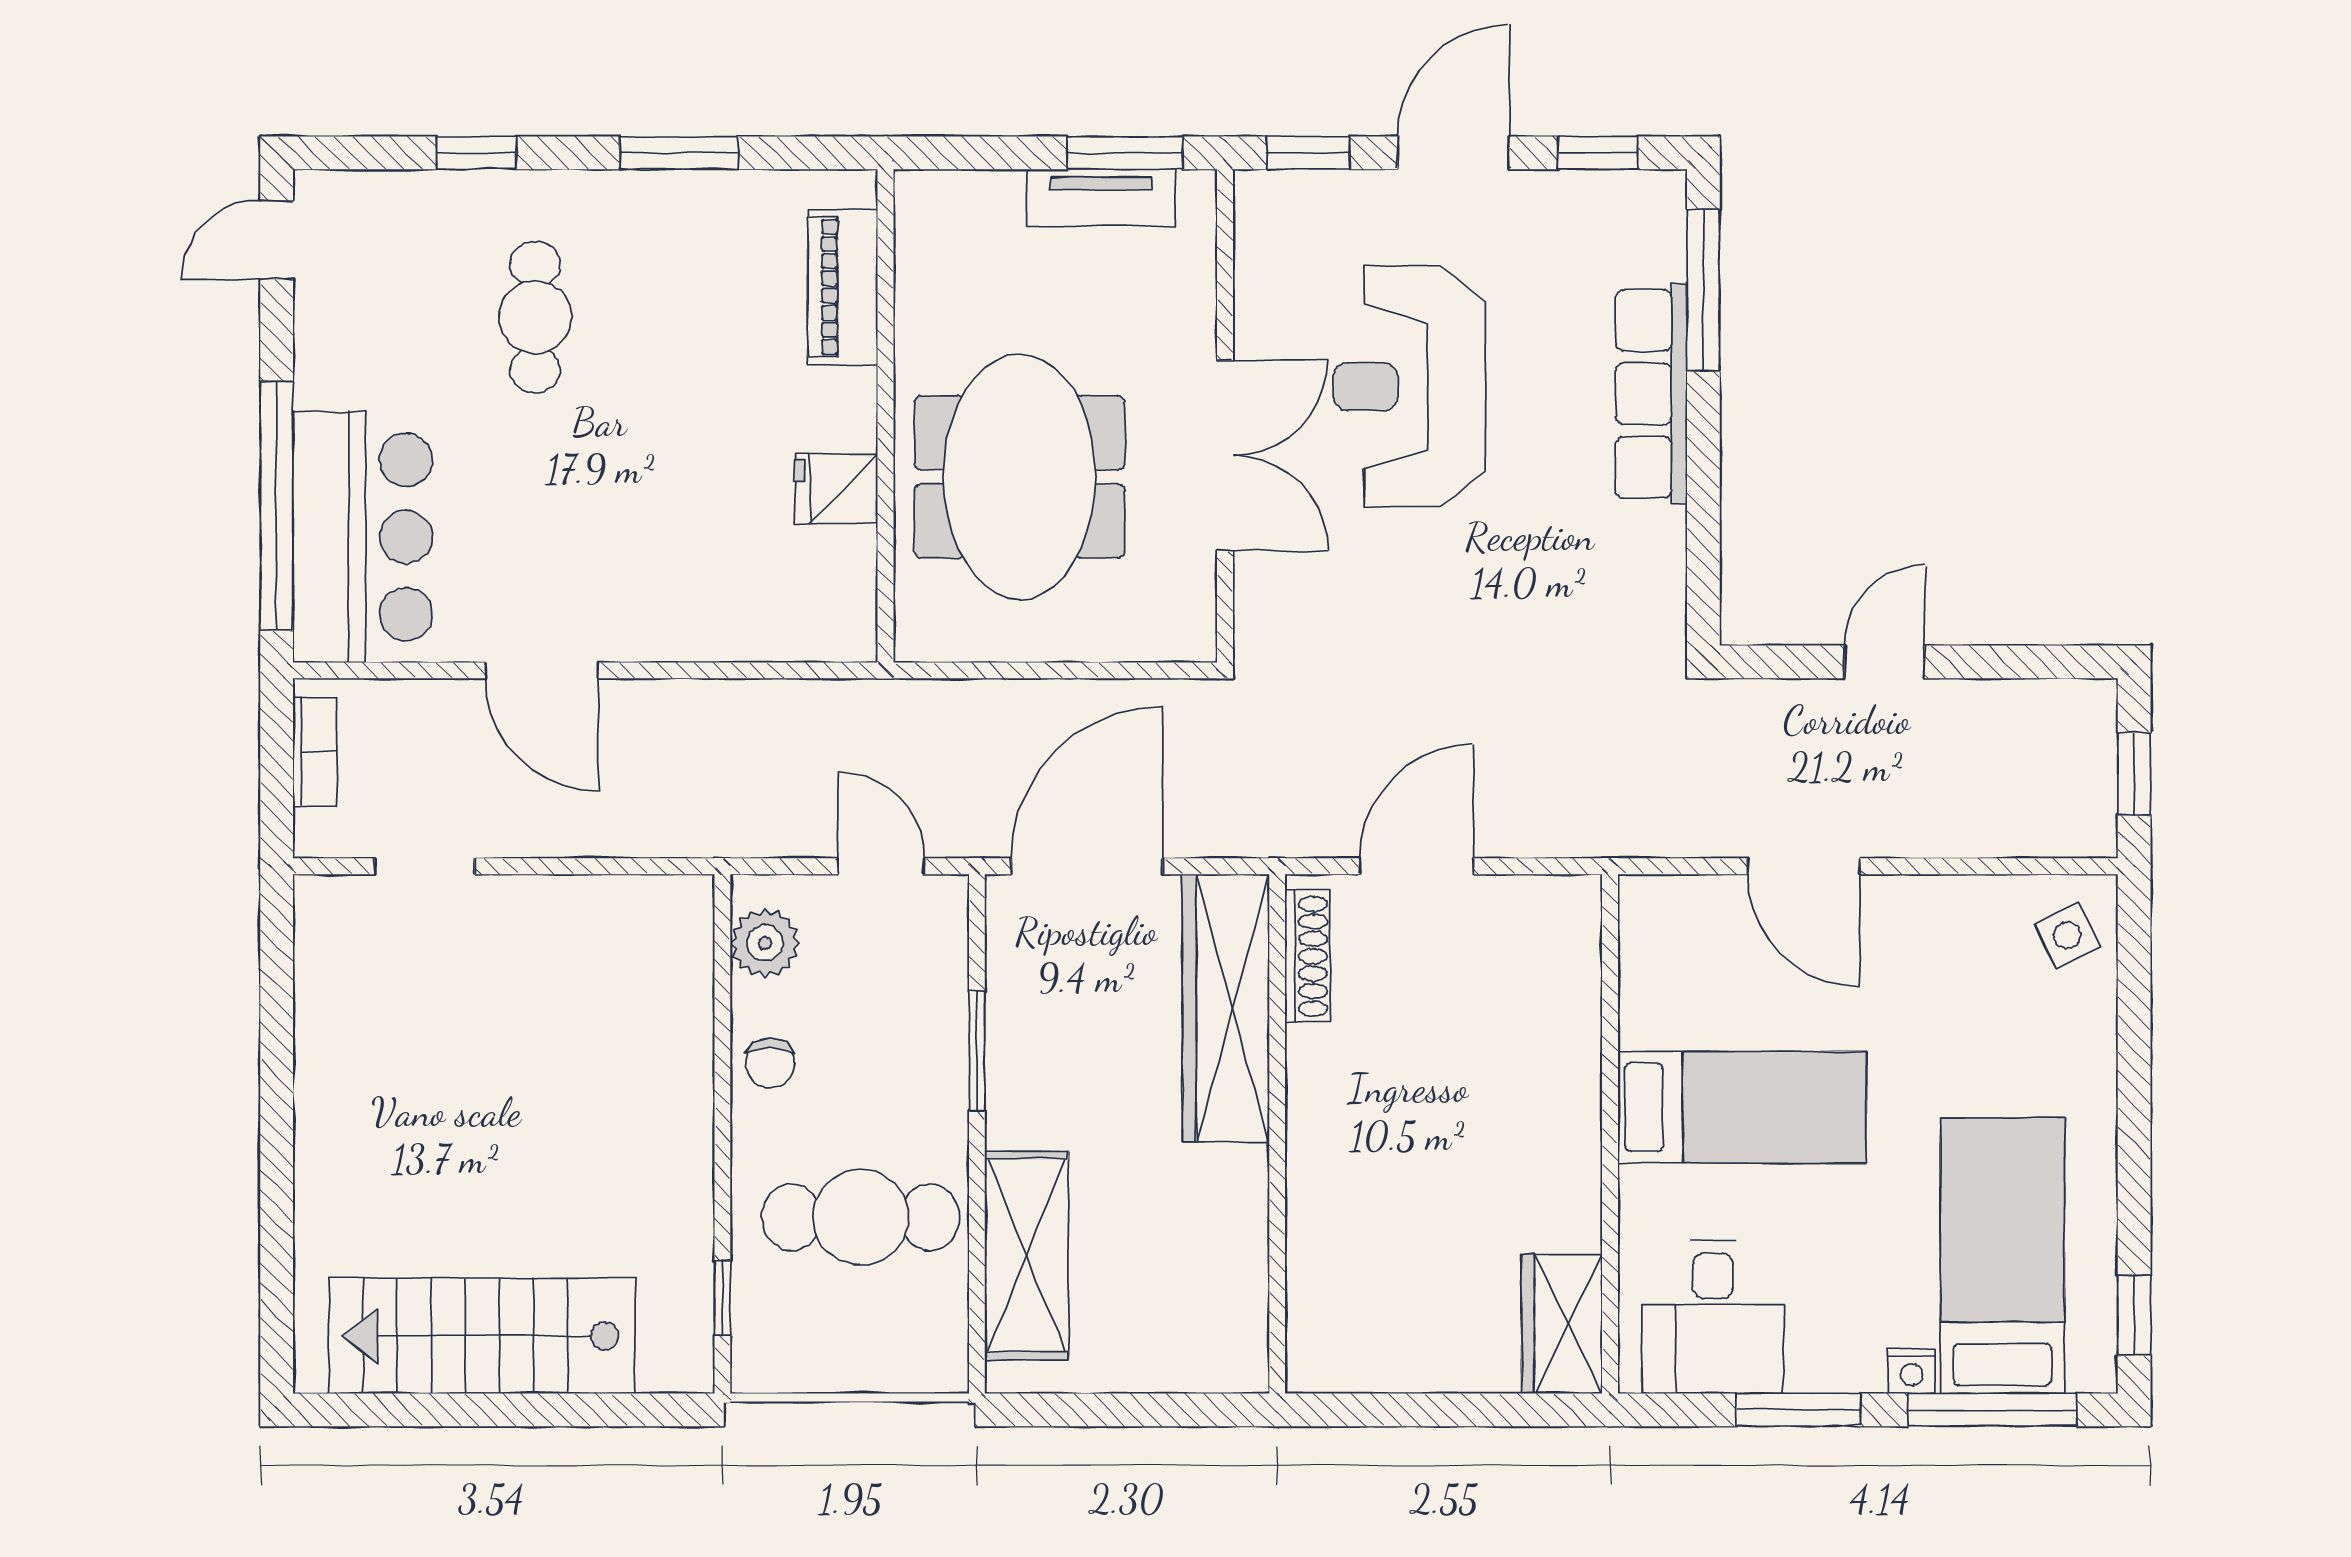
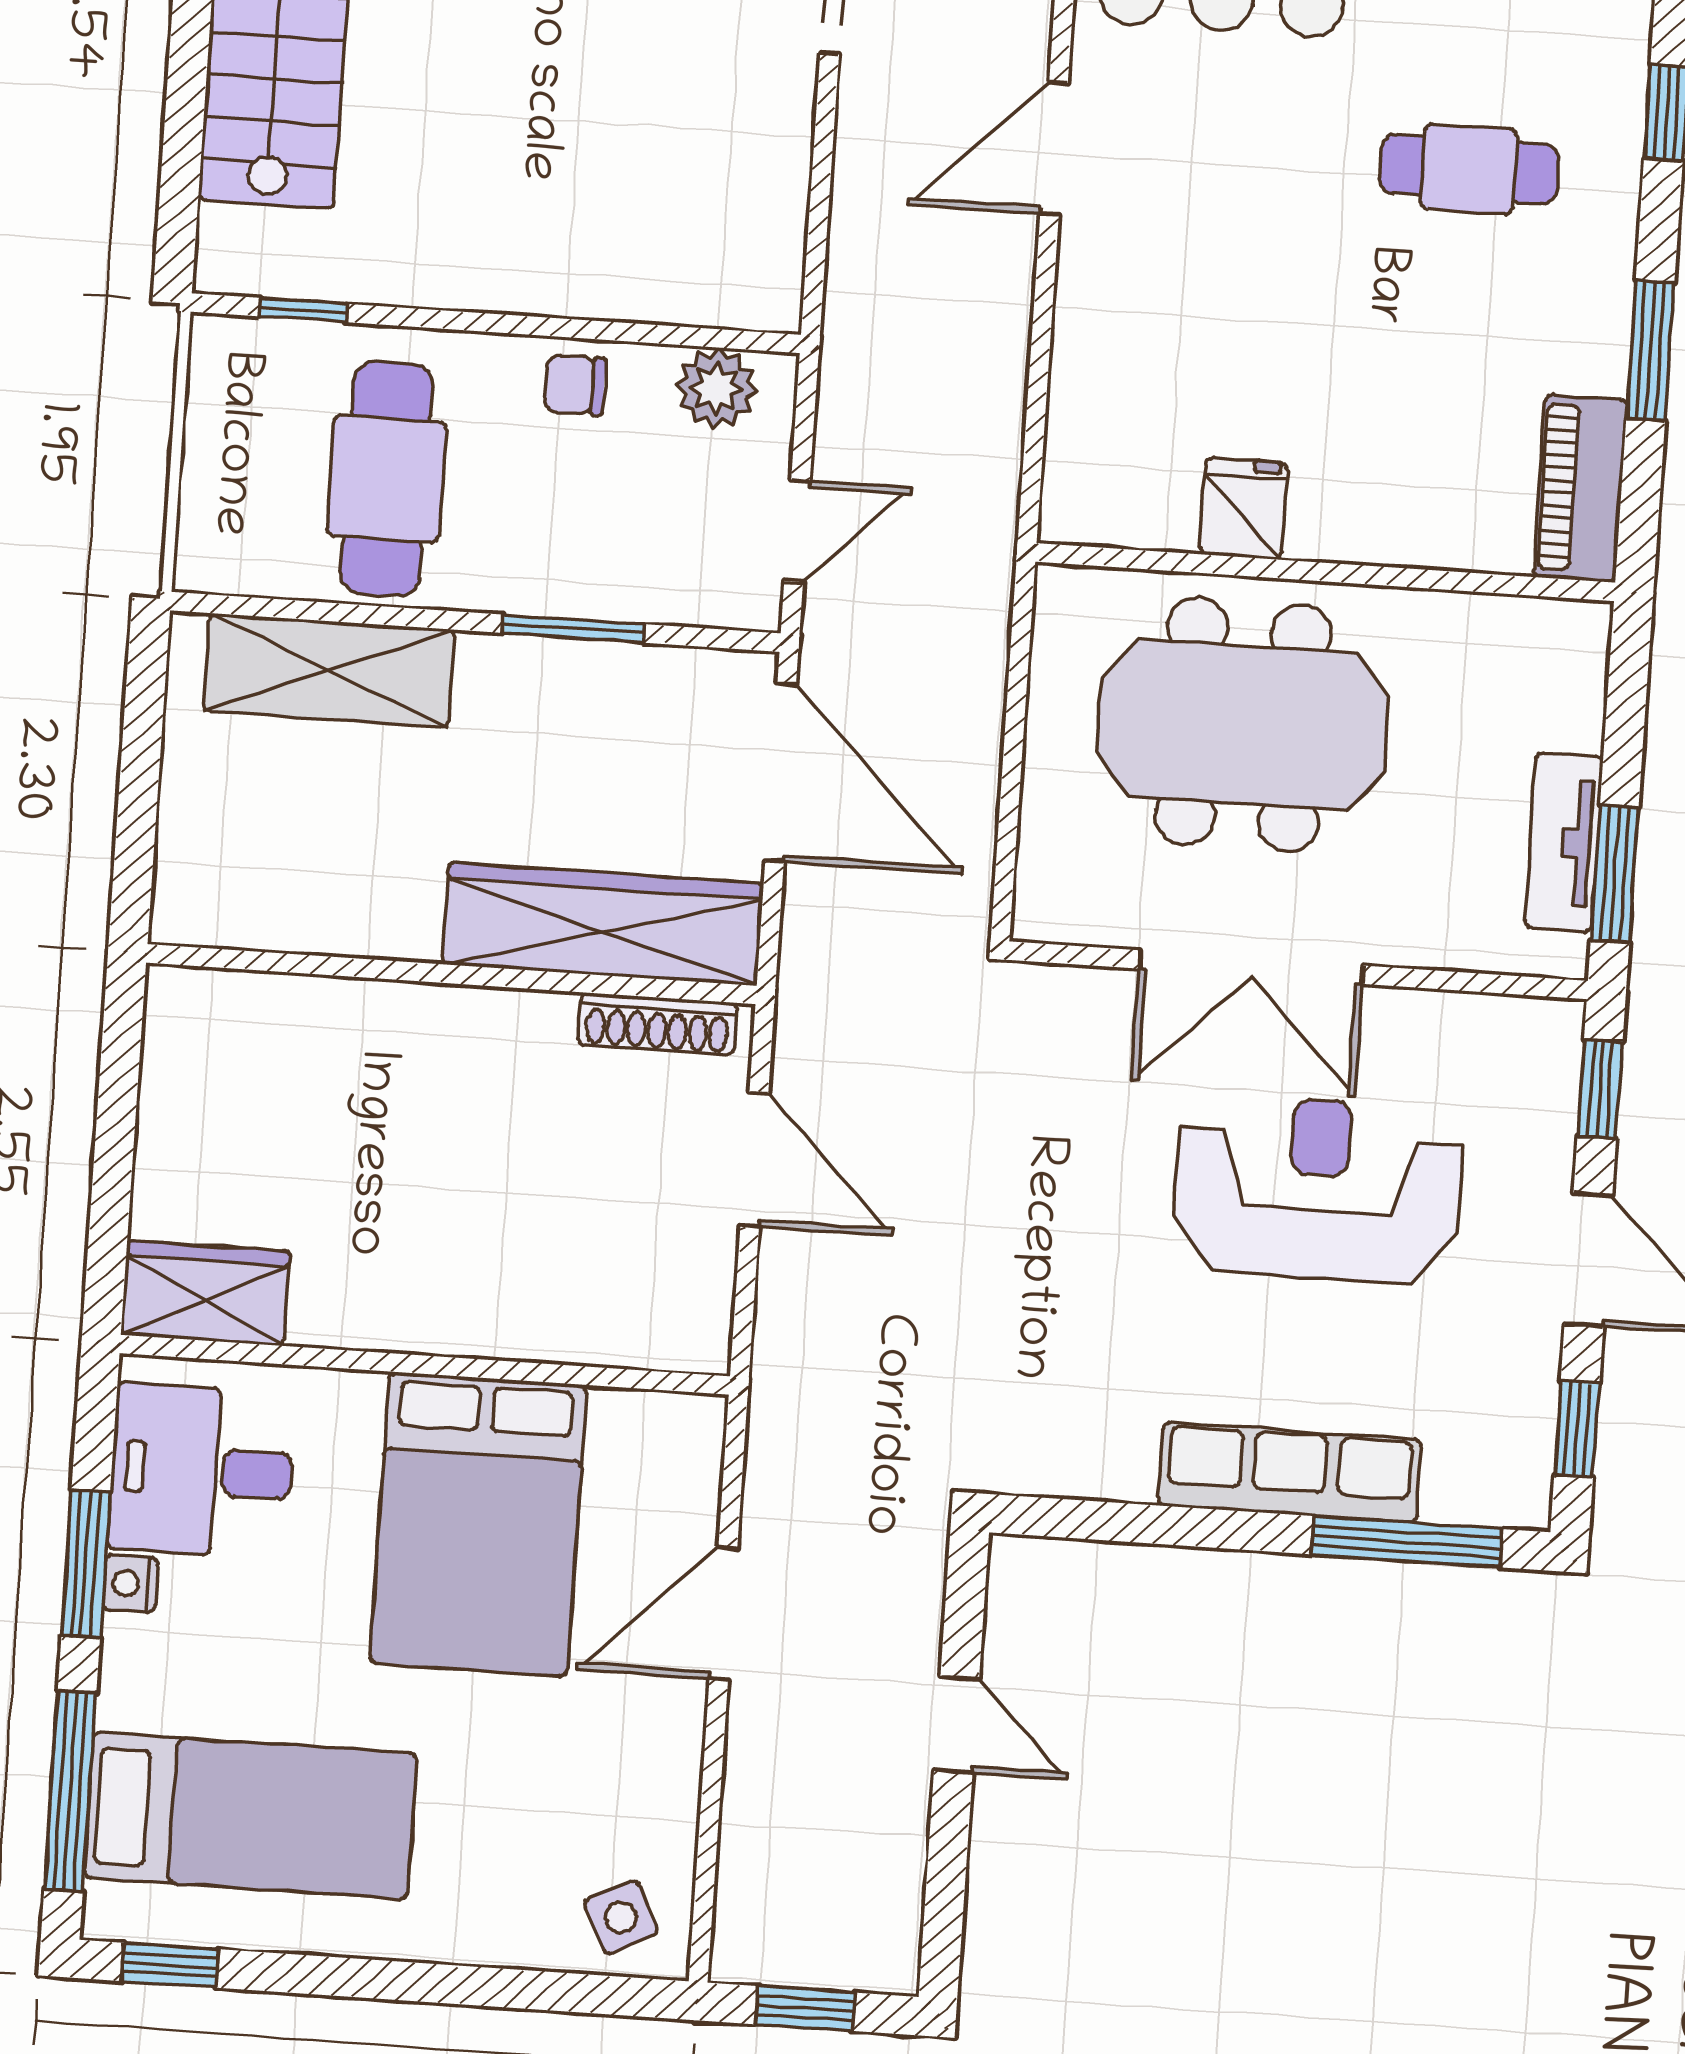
piano: (843, 287) -> (1581, 488), moved, turned -90
bed: (1742, 1107) -> (478, 1524), width x1.50
nightstand: (1912, 1371) -> (130, 1584), moved

